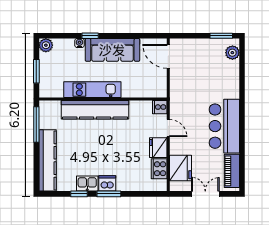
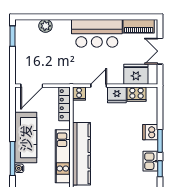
window: (90, 36) -> (12, 158), width x2.17
plant: (232, 53) -> (45, 26), moved
locker: (149, 92) -> (65, 104), added
dishwasher: (107, 183) -> (150, 132), moved

